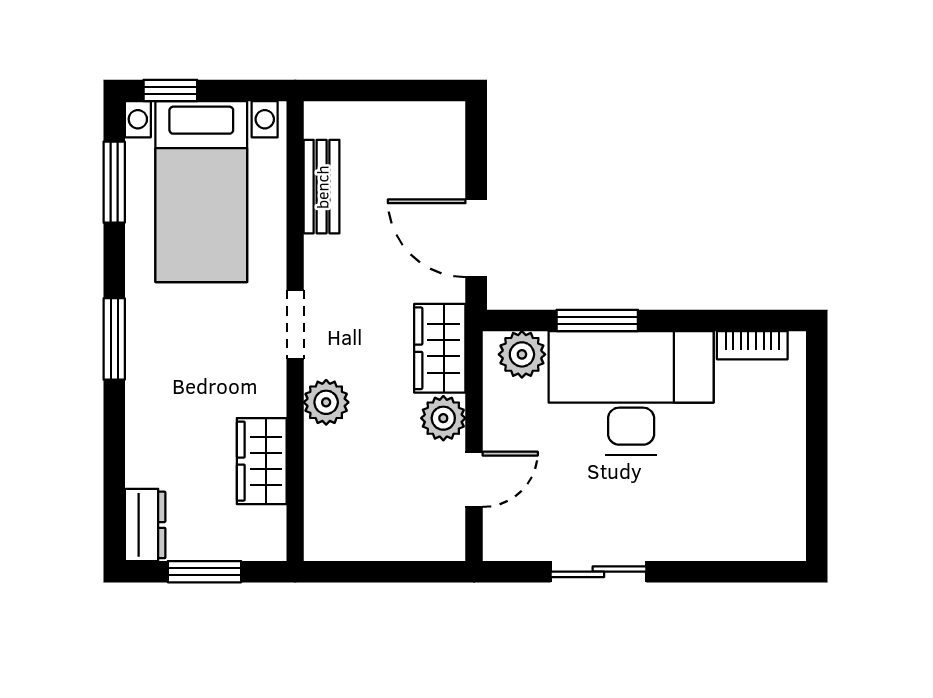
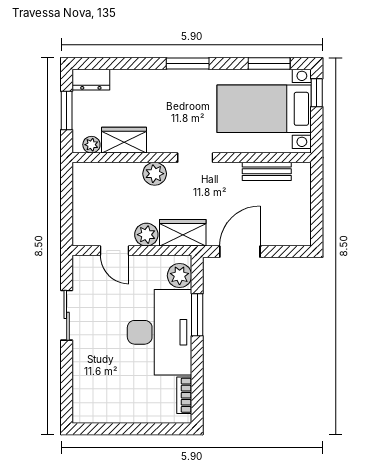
plant: (270, 524) -> (91, 145), added

